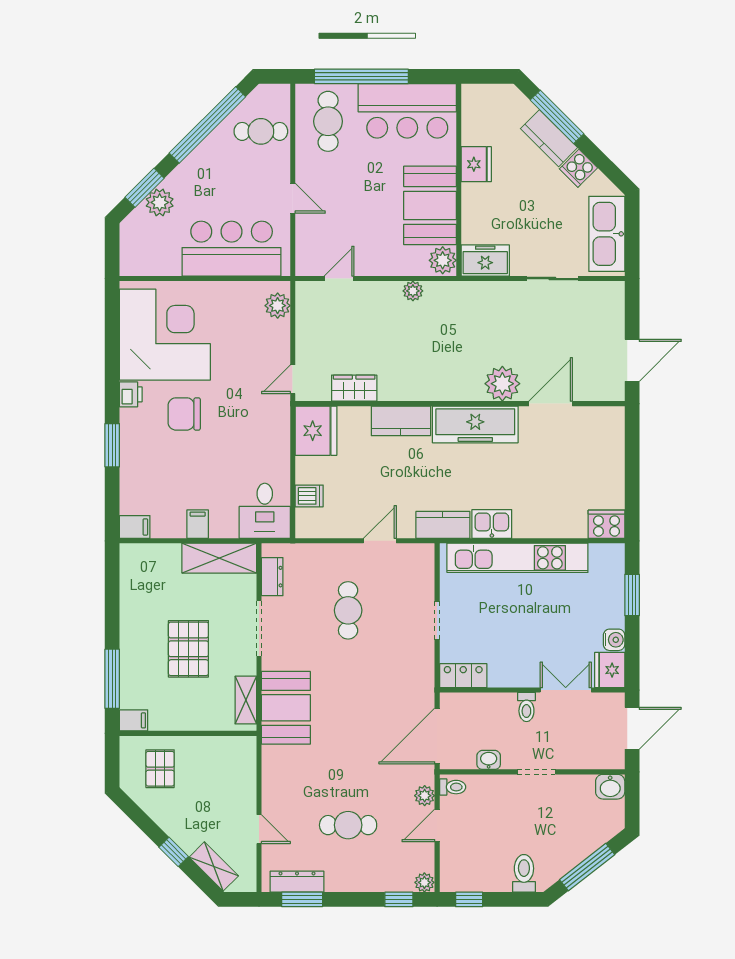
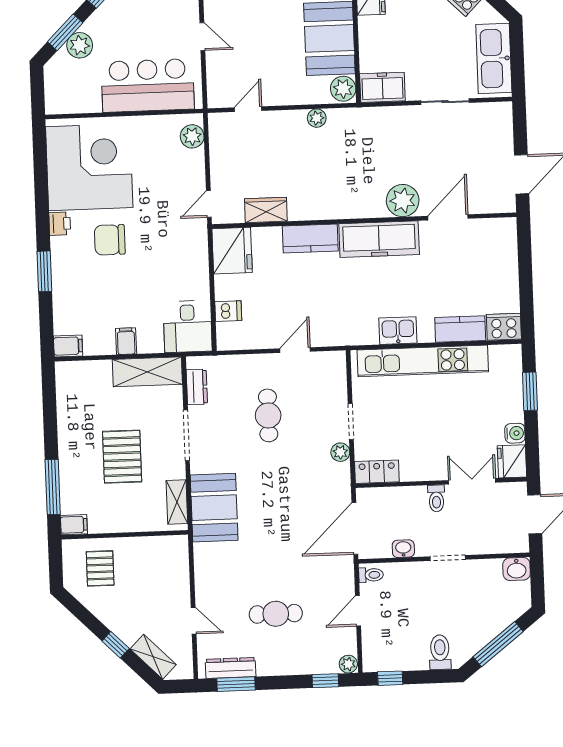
kitchen counter: (443, 525) -> (460, 329), moved
plant: (425, 796) -> (340, 452), moved

